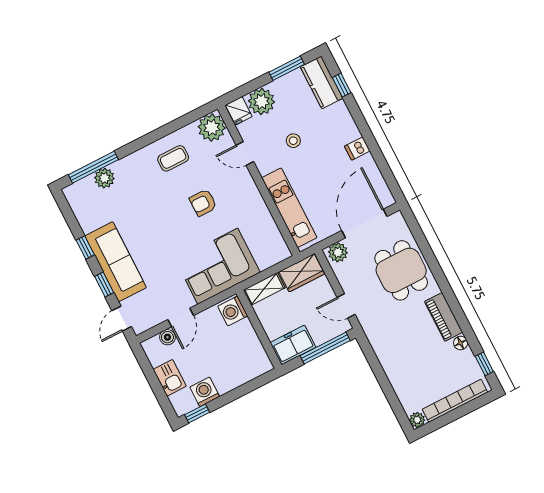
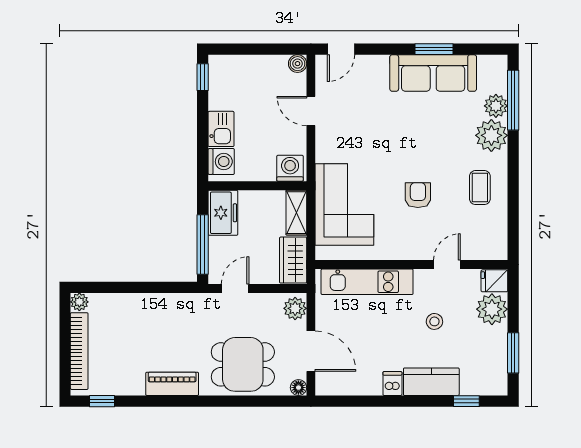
kitchen counter: (322, 82) -> (431, 382), moved
plant: (212, 127) -> (491, 135), moved
door: (364, 224) -> (311, 351), width x0.73
window: (85, 248) -> (434, 49), width x1.50
sofa: (116, 262) -> (433, 73), moved
corner sofa: (218, 266) -> (344, 204), moved
window: (104, 284) -> (386, 49), removed
door: (122, 319) -> (341, 49), swing flipped
boiler: (167, 337) -> (298, 64), moved
floor lamp: (461, 343) -> (298, 388), moved
kitchen sink: (170, 378) -> (221, 129), moved, turned -90
washing machine: (205, 392) -> (221, 162), moved

